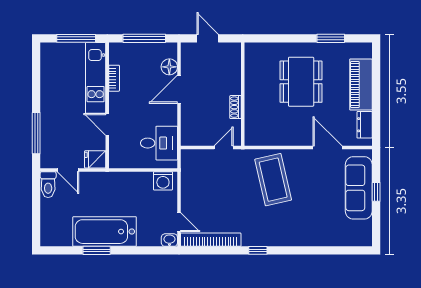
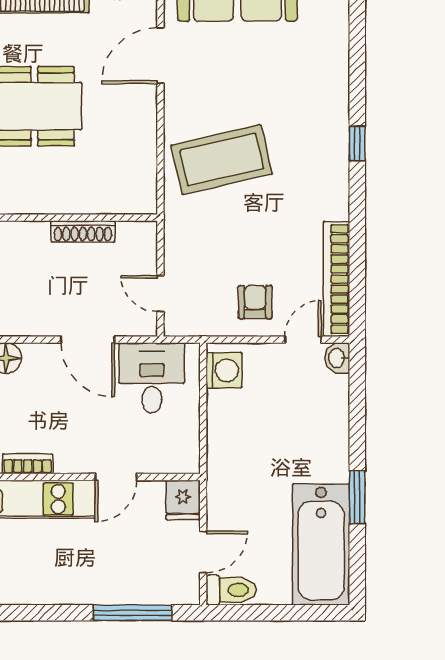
door: (179, 89) -> (88, 340), moved
shoe rack: (236, 107) -> (83, 231), width x1.43
door: (224, 148) -> (160, 294), moved
armchair: (199, 197) -> (255, 302), added
bathtub: (105, 232) -> (321, 545), moved
window: (258, 250) -> (357, 143), moved

